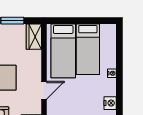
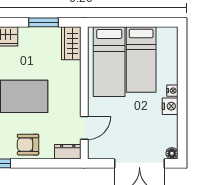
door: (44, 90) -> (84, 128), moved
nightstand: (110, 103) -> (170, 106), moved

